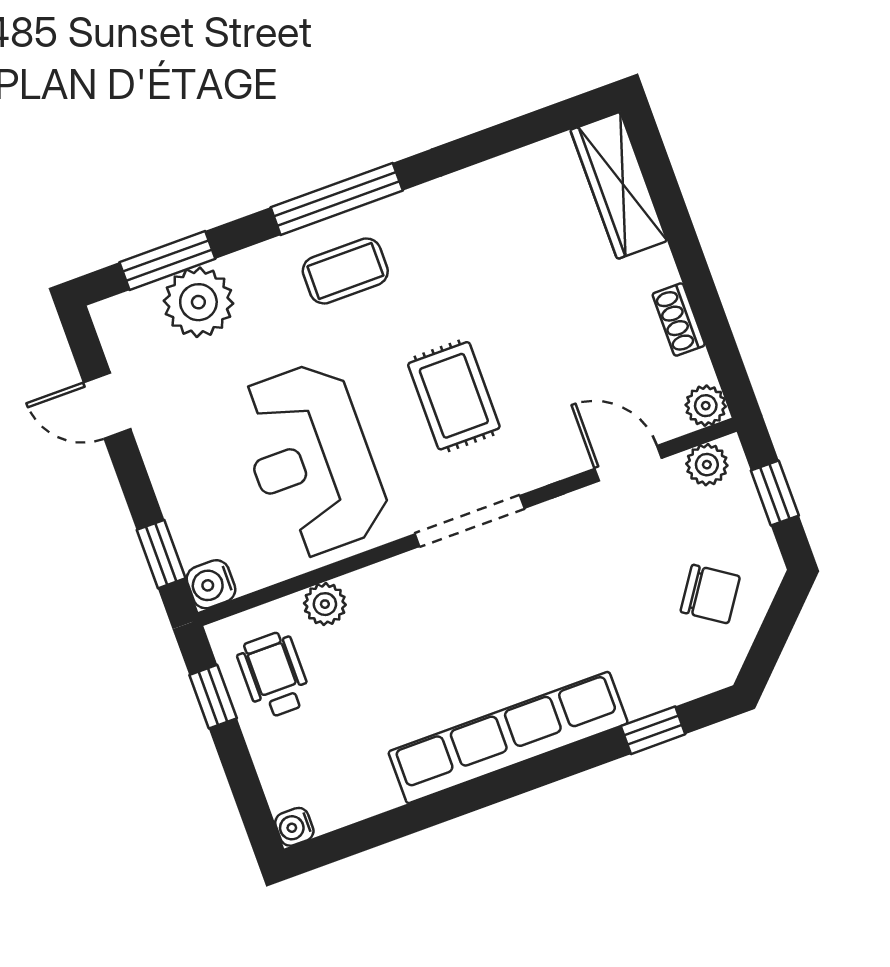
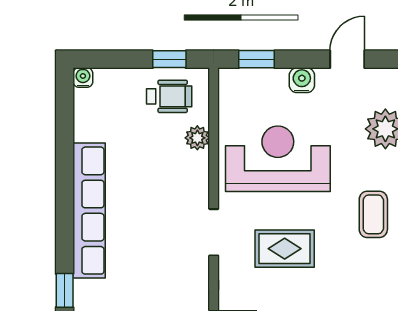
doorway: (470, 521) -> (214, 232), width x0.73
water cooler: (211, 584) -> (302, 80), moved

